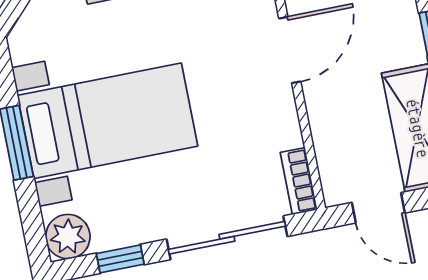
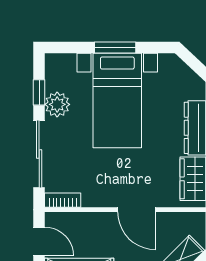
door: (378, 208) -> (39, 241), swing flipped
plant: (68, 237) -> (57, 104), moved

